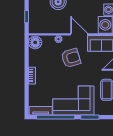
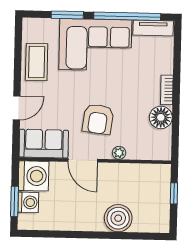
floor lamp: (35, 42) -> (161, 117), moved
armchair: (71, 58) -> (98, 119), turned -66

